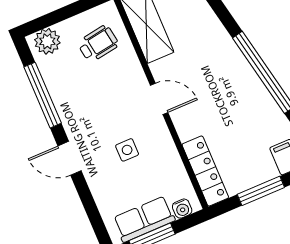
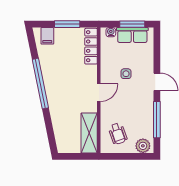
wheelchair: (98, 44) -> (118, 134), turned -100
door: (159, 99) -> (99, 93), swing flipped

